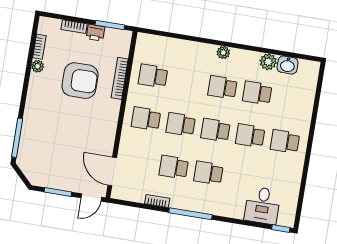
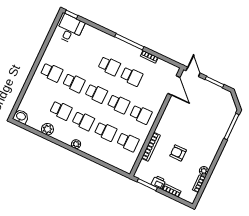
washbasin: (288, 65) -> (21, 117), moved
armchair: (80, 81) -> (178, 153), width x0.53, depth x0.53
school desk: (188, 82) -> (106, 131), added
door: (91, 197) -> (193, 72), hinge flipped
desk: (262, 205) -> (70, 29), moved

